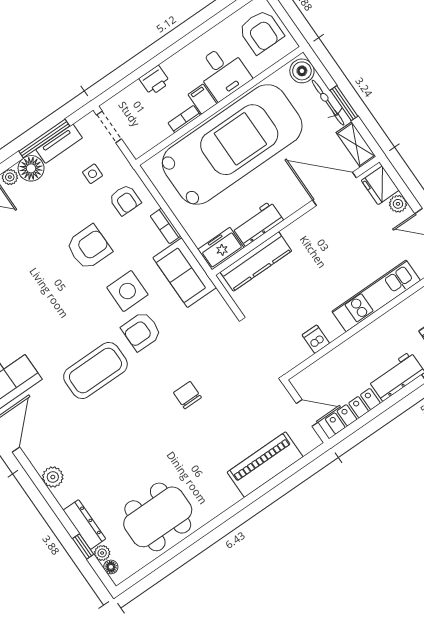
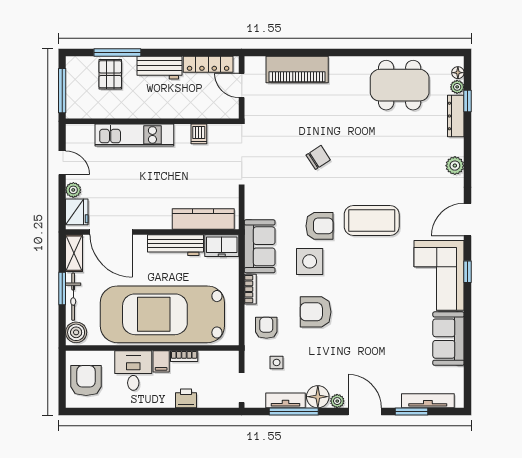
workbench: (258, 224) -> (176, 245), width x1.38
chair: (187, 395) -> (318, 157), turned -123

